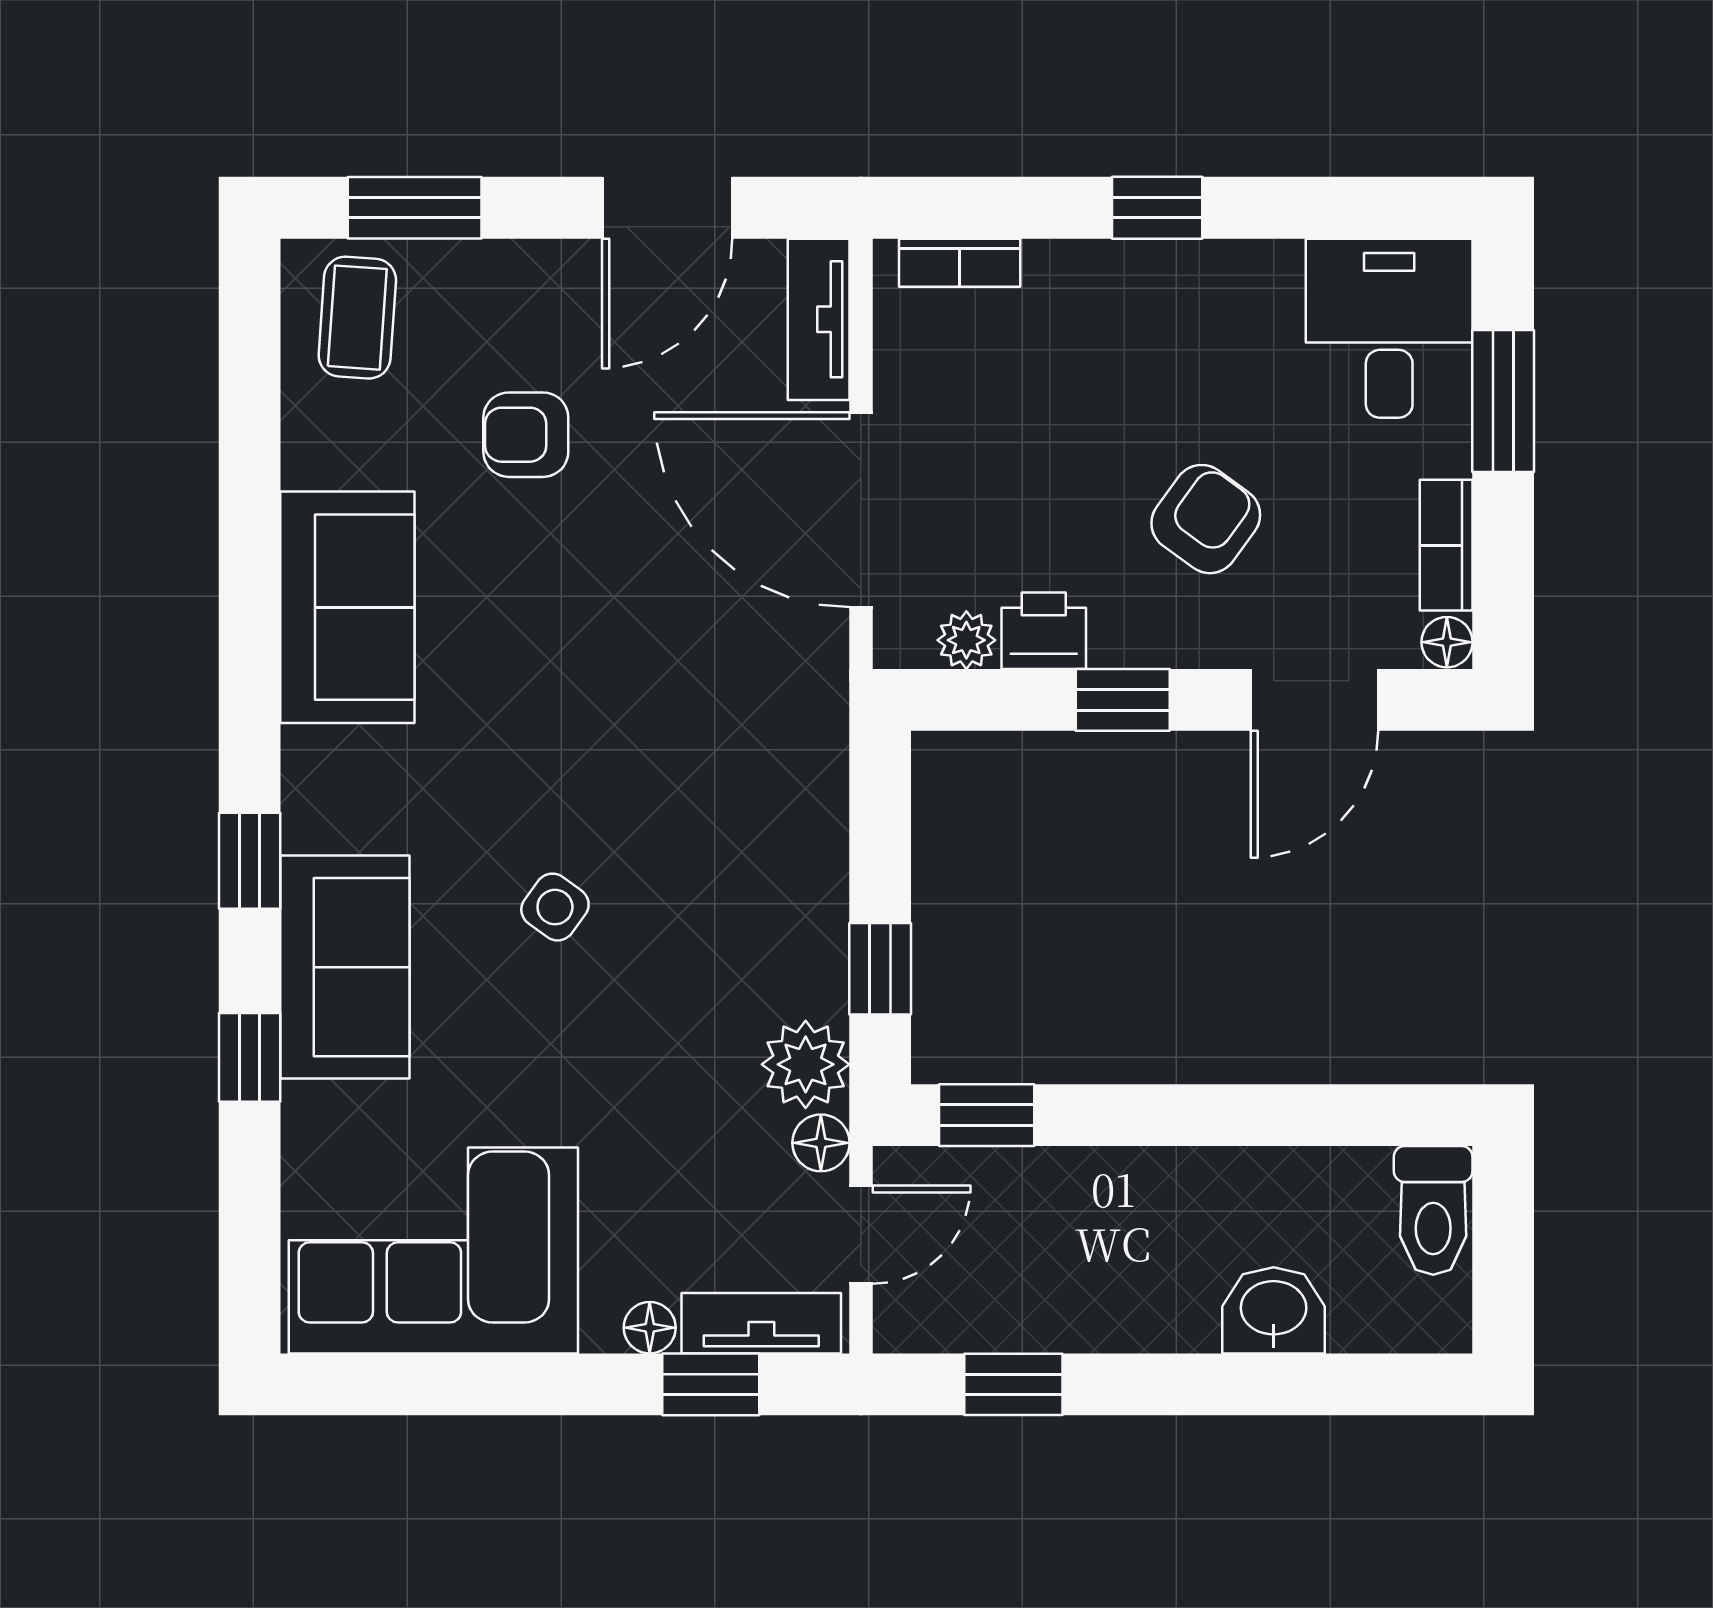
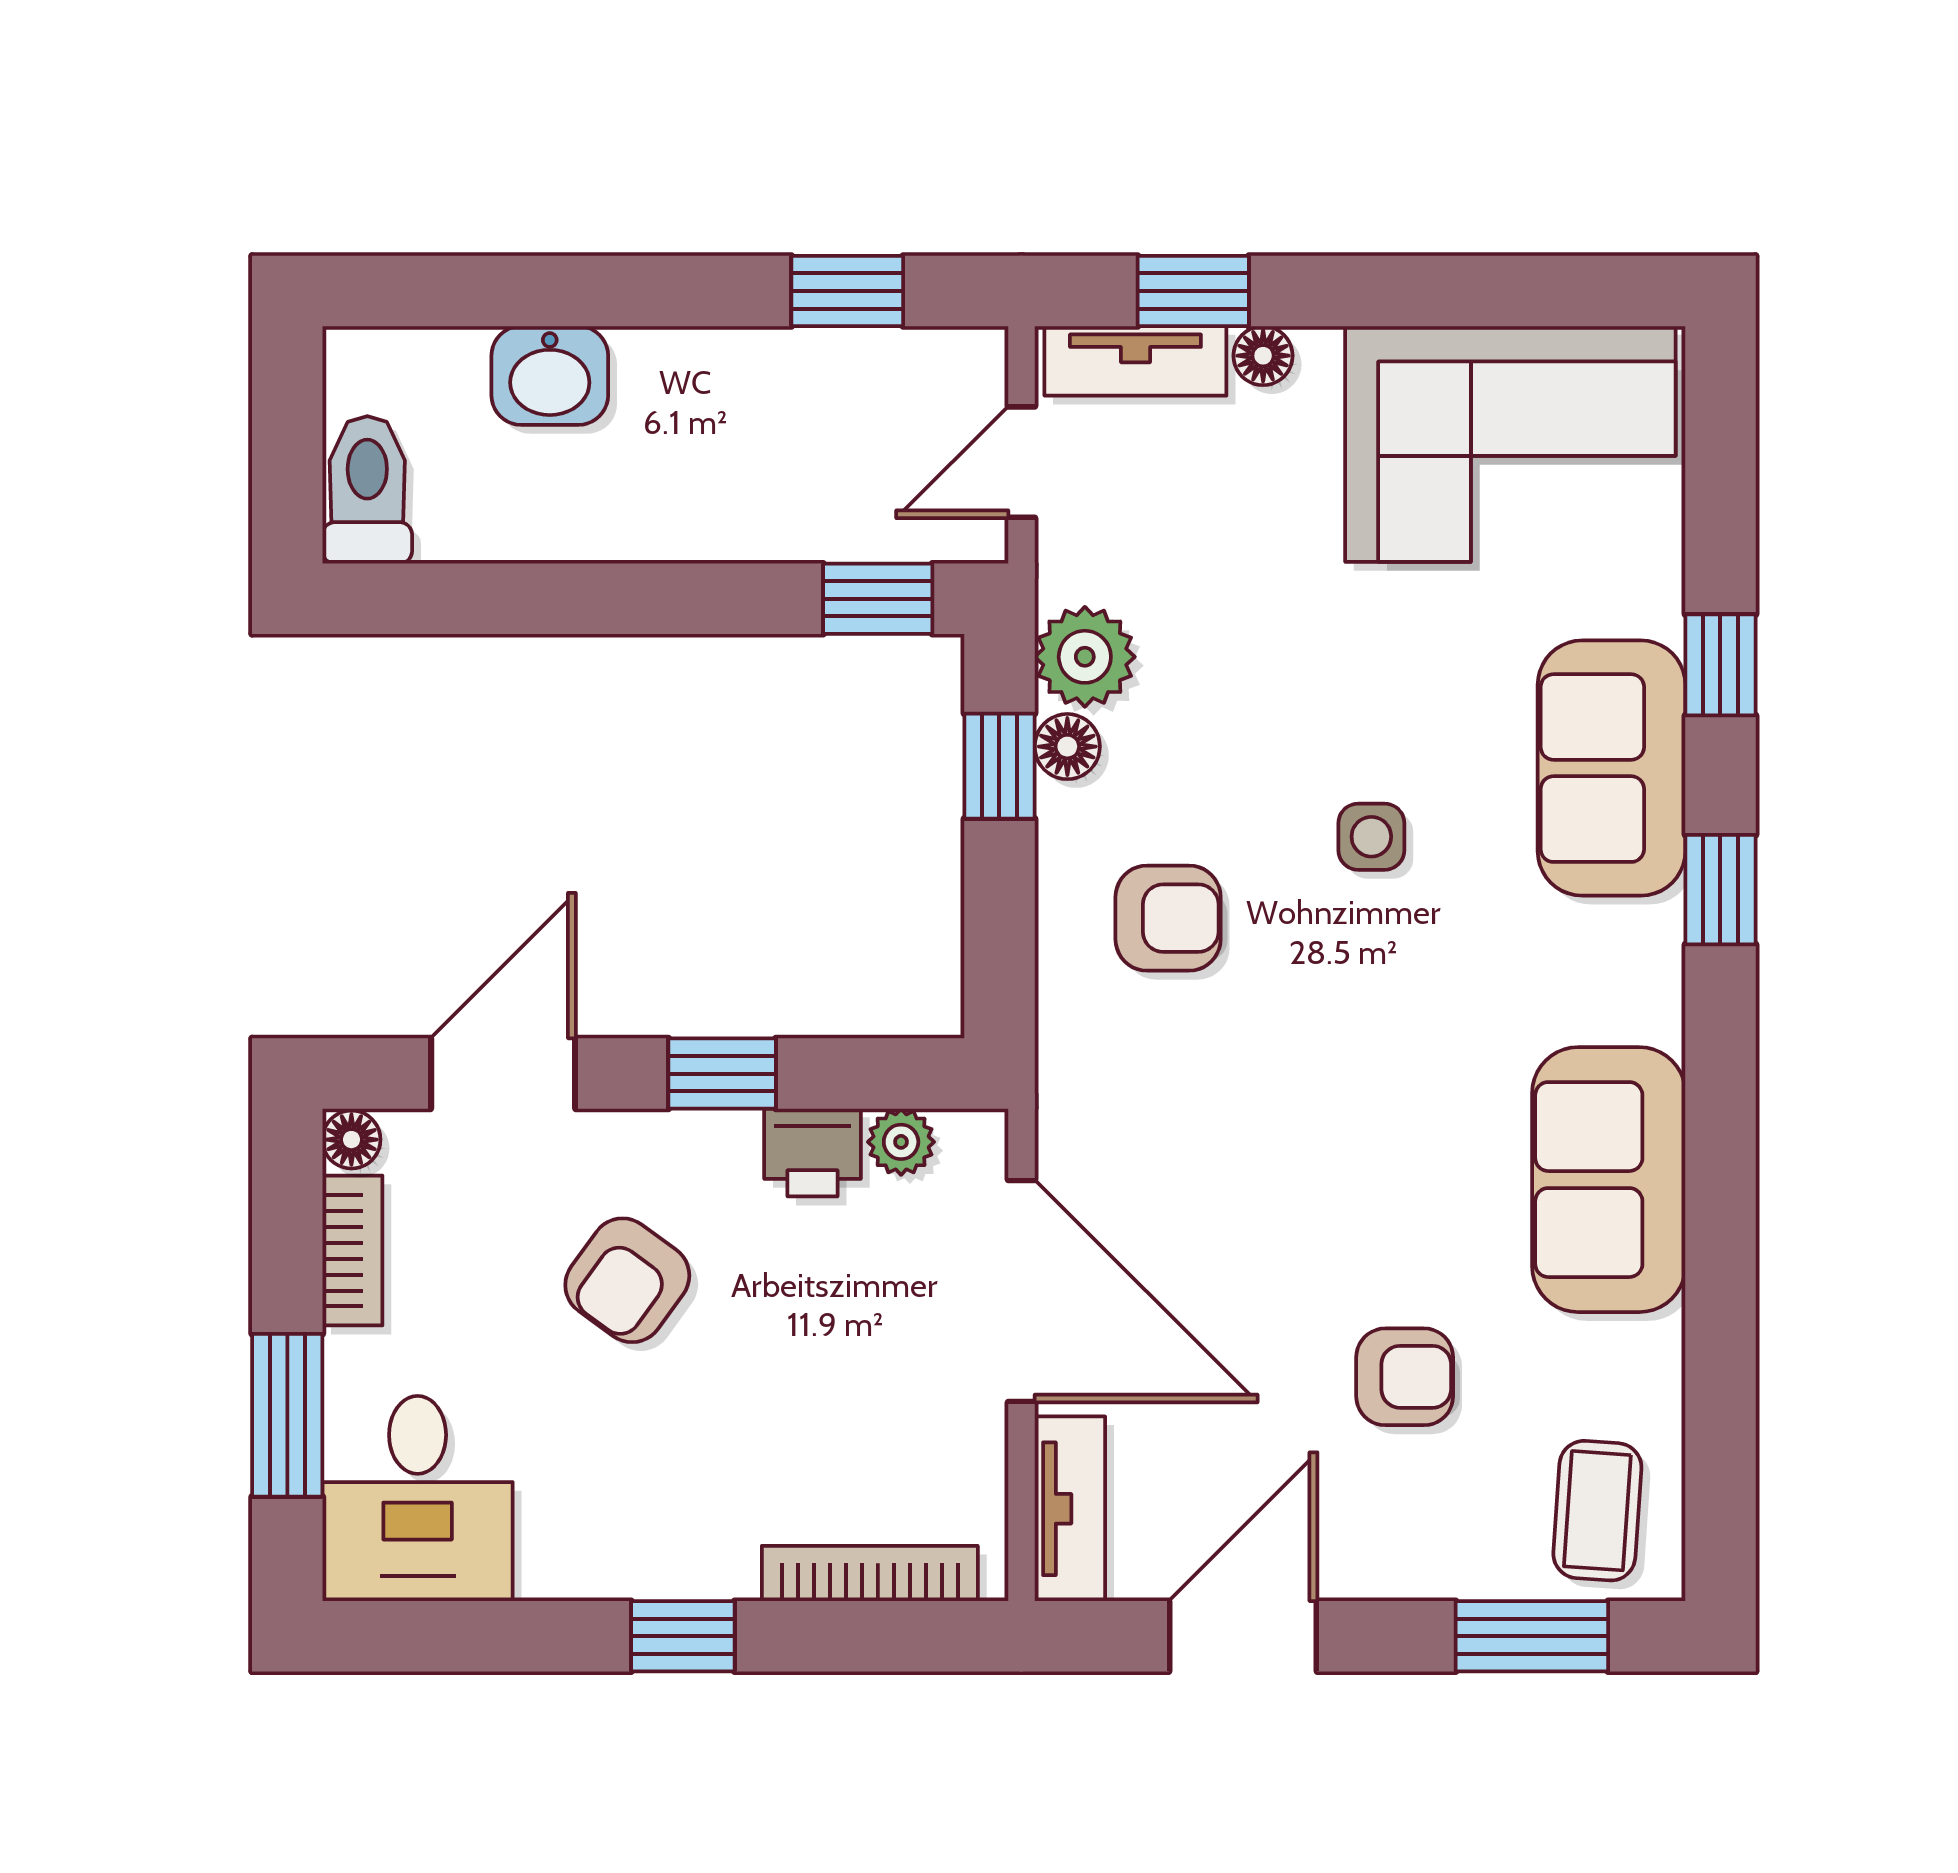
bookcase: (960, 263) -> (870, 1573), width x1.56
armchair: (733, 836) -> (1168, 918), added
side table: (555, 907) -> (1371, 837), turned -36
floor lamp: (821, 1143) -> (1067, 747), moved

